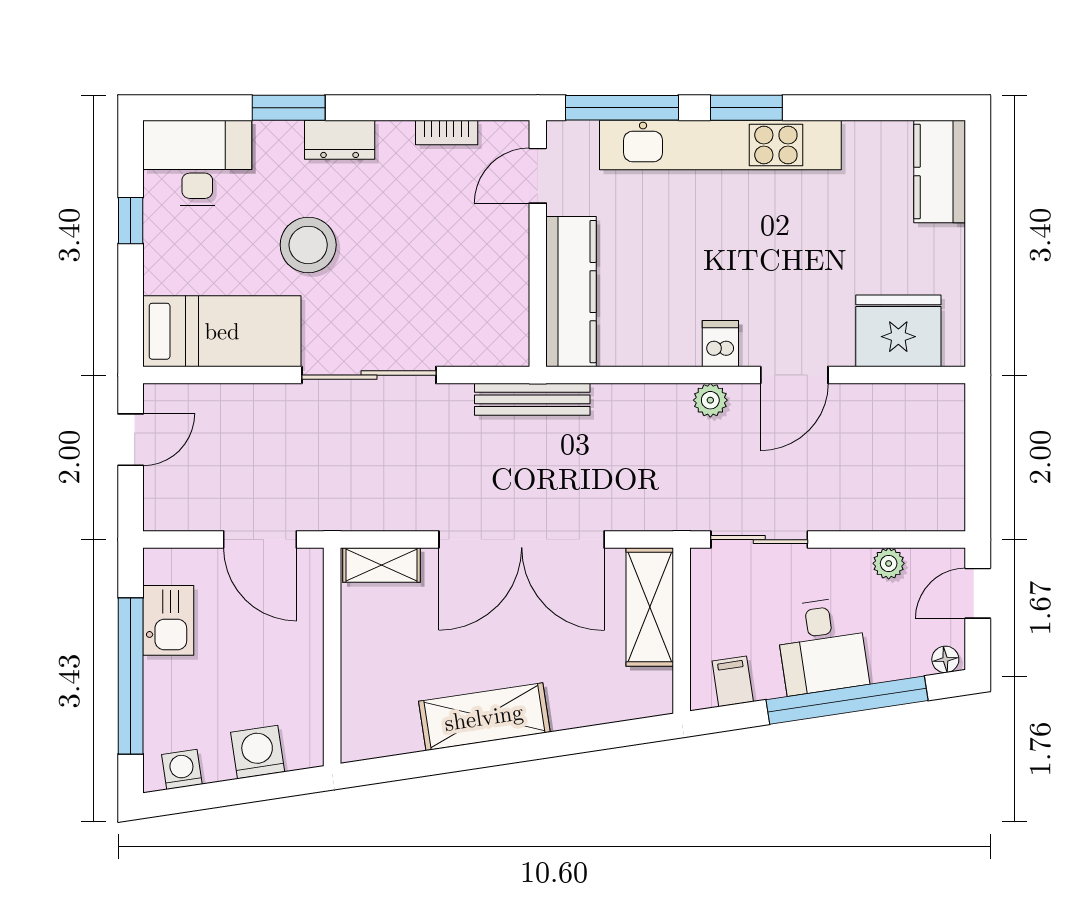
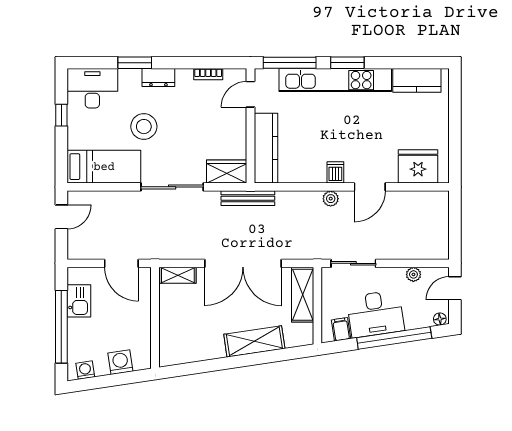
kitchen counter: (940, 171) -> (417, 80), moved, turned -90
wardrobe: (487, 342) -> (227, 172), added
desk: (822, 646) -> (375, 314), width x1.37
shelving: (484, 717) -> (254, 341), moved

